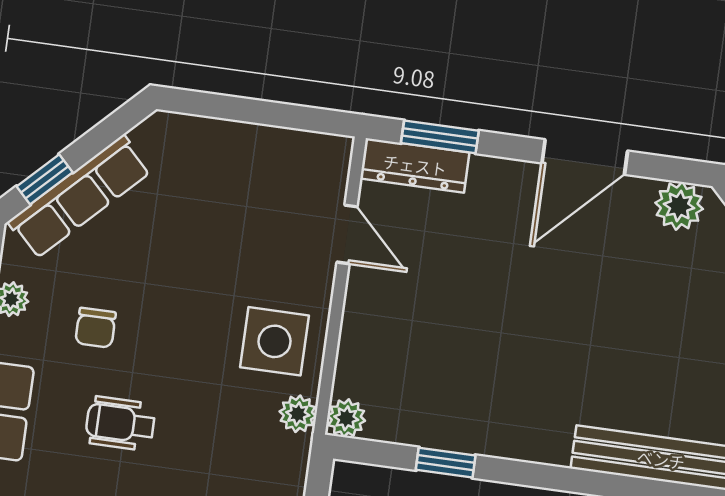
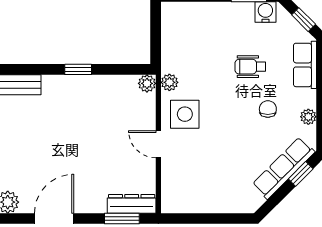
door: (347, 234) -> (158, 144), moved
wheelchair: (120, 423) -> (250, 67), turned 180
window: (446, 463) -> (78, 69), moved

